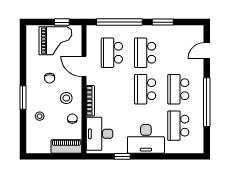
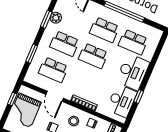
window: (119, 22) -> (32, 54), width x0.47
plant: (169, 32) -> (56, 18), added
grand piano: (55, 41) -> (25, 110), turned 180
door: (84, 66) -> (55, 96), hinge flipped
desk: (100, 134) -> (122, 101), moved, turned -90

